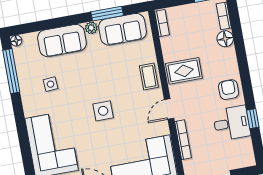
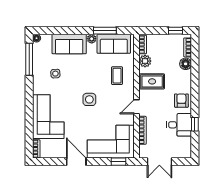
plant: (169, 45) -> (145, 61), added
coffee table: (149, 77) -> (117, 76), moved

